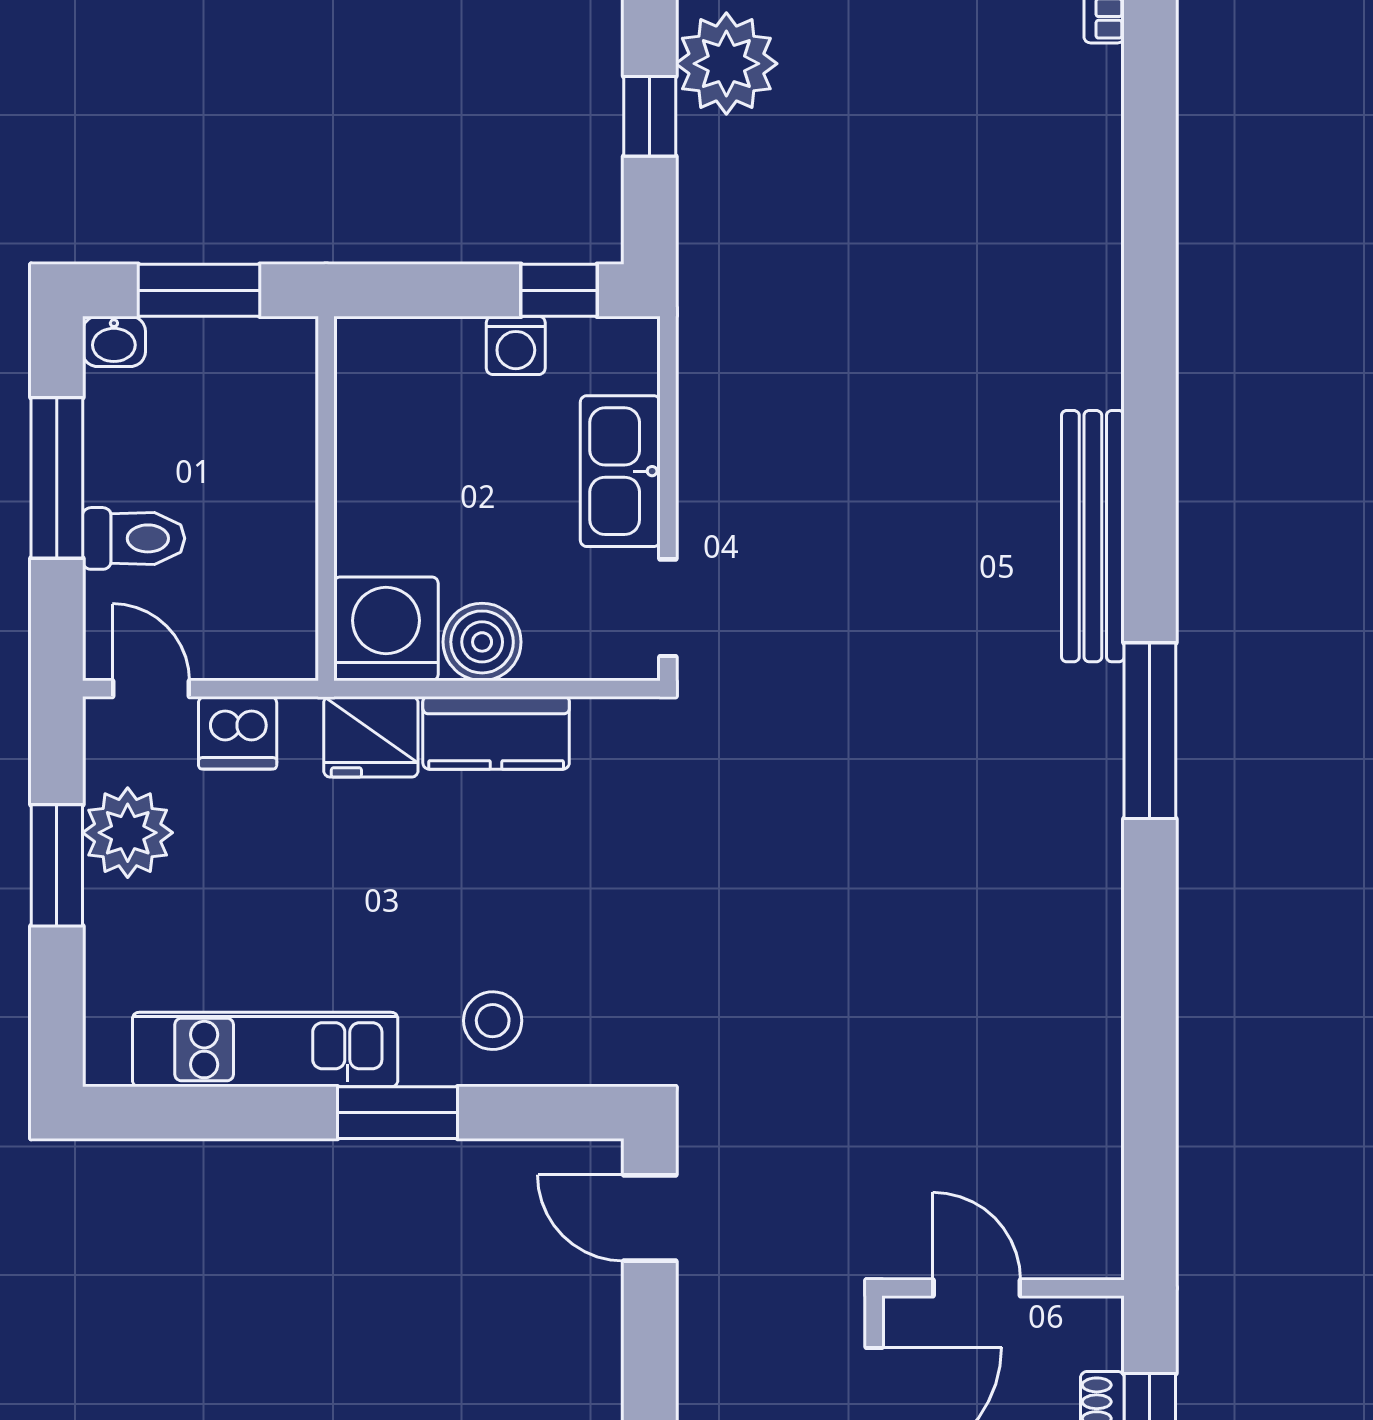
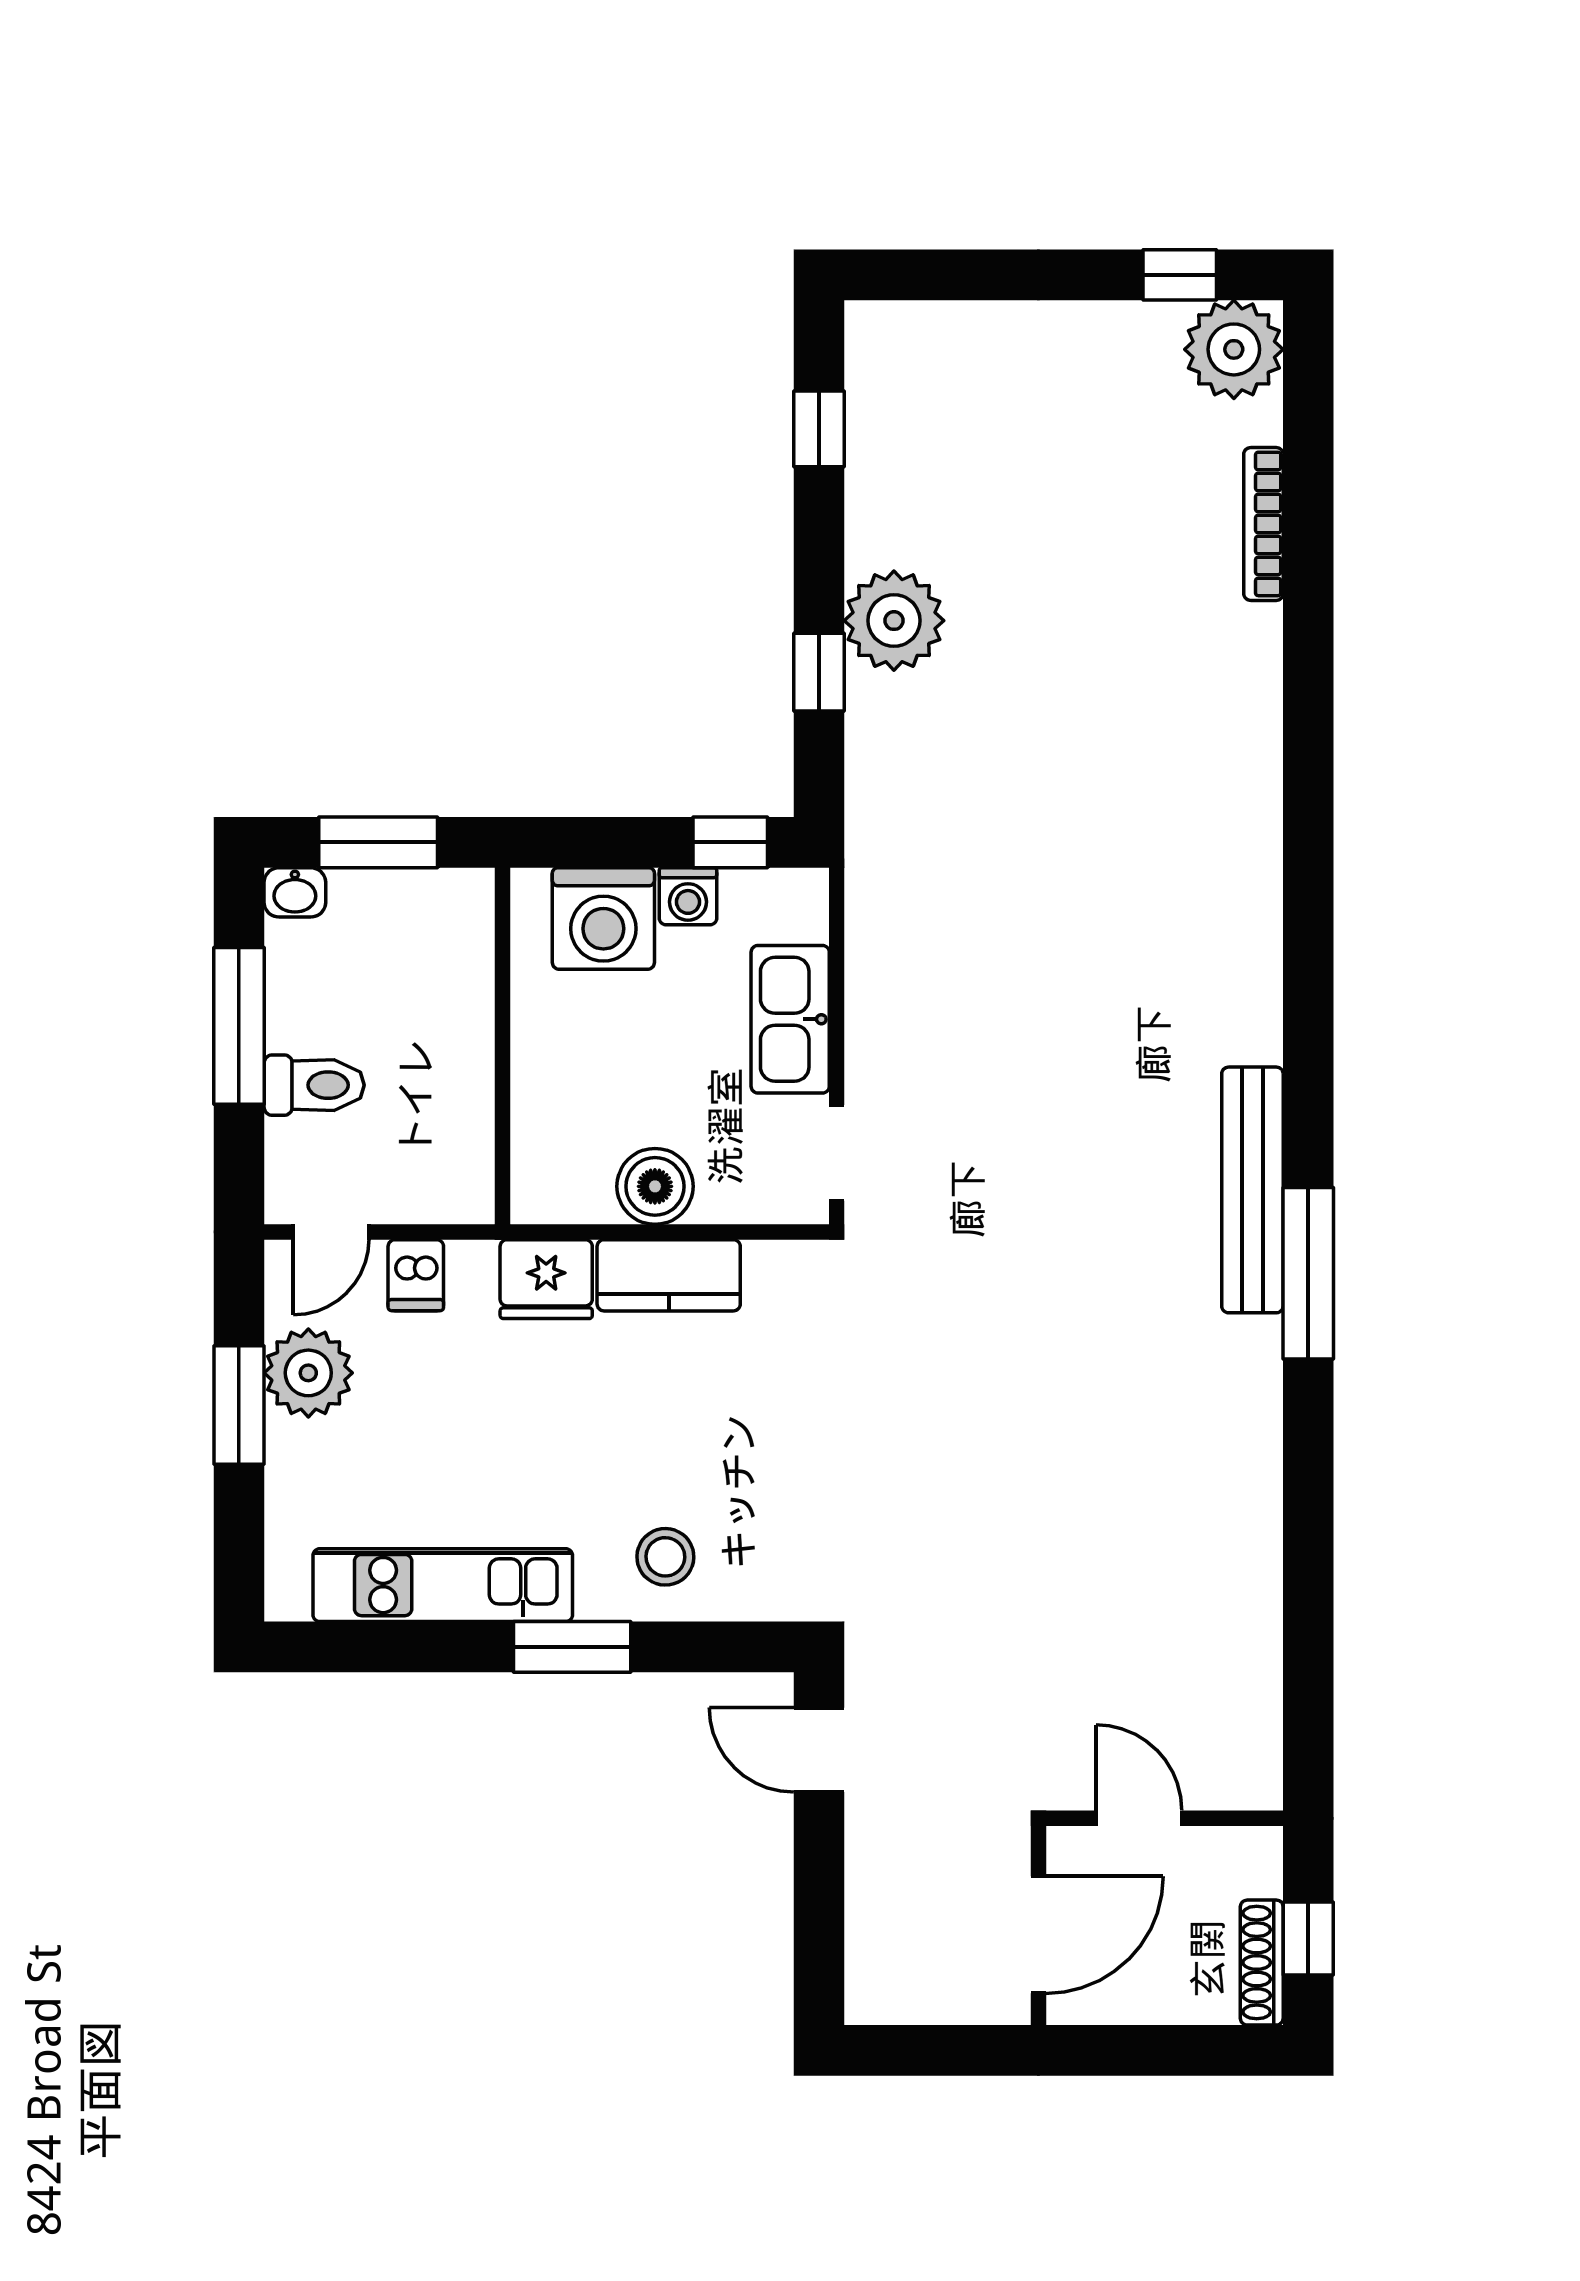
bench: (1093, 536) -> (1252, 1190), moved
washing machine: (386, 629) -> (603, 918), moved, turned 180
door: (151, 689) -> (331, 1232), swing flipped
dishwasher: (238, 733) -> (416, 1275), width x0.73

